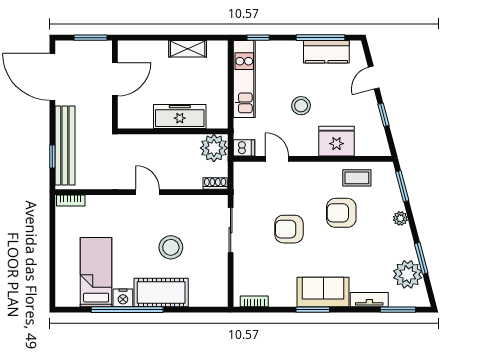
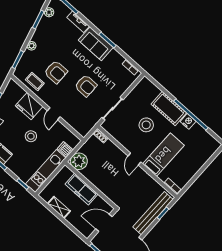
freezer: (180, 116) -> (82, 189), moved
wall: (173, 131) -> (91, 185), moved
plant: (214, 148) -> (79, 161), moved
dishwasher: (244, 148) -> (65, 149), moved
door: (277, 159) -> (54, 114), moved
bed: (96, 272) -> (163, 155), moved, turned 180
plant: (408, 274) -> (49, 12), width x0.53, depth x0.53

